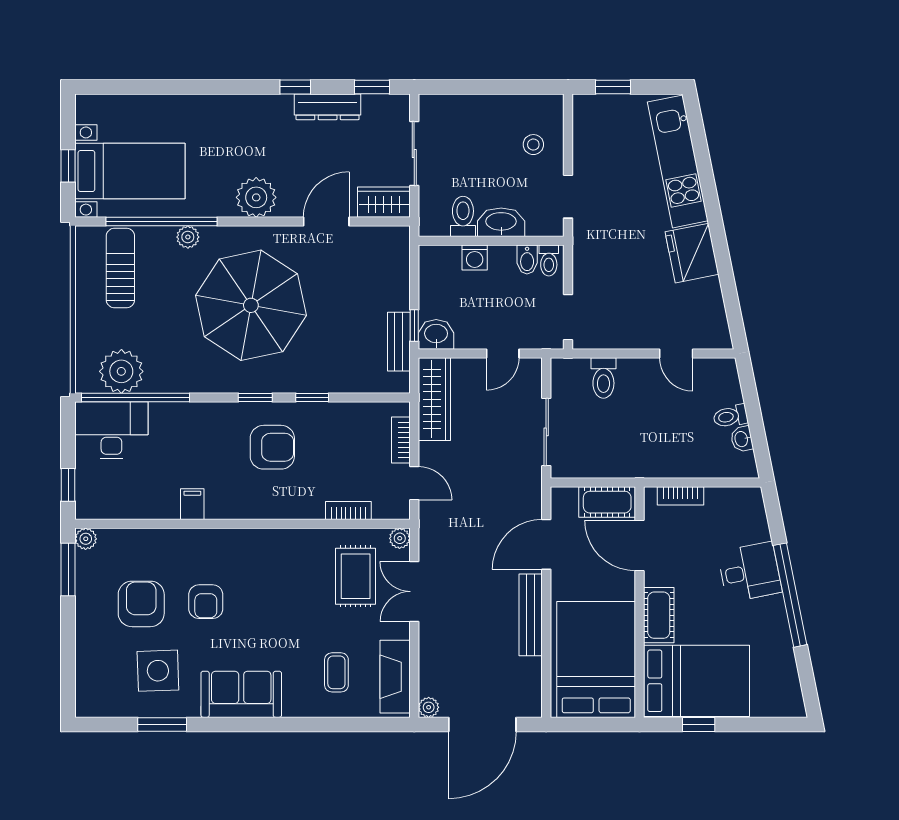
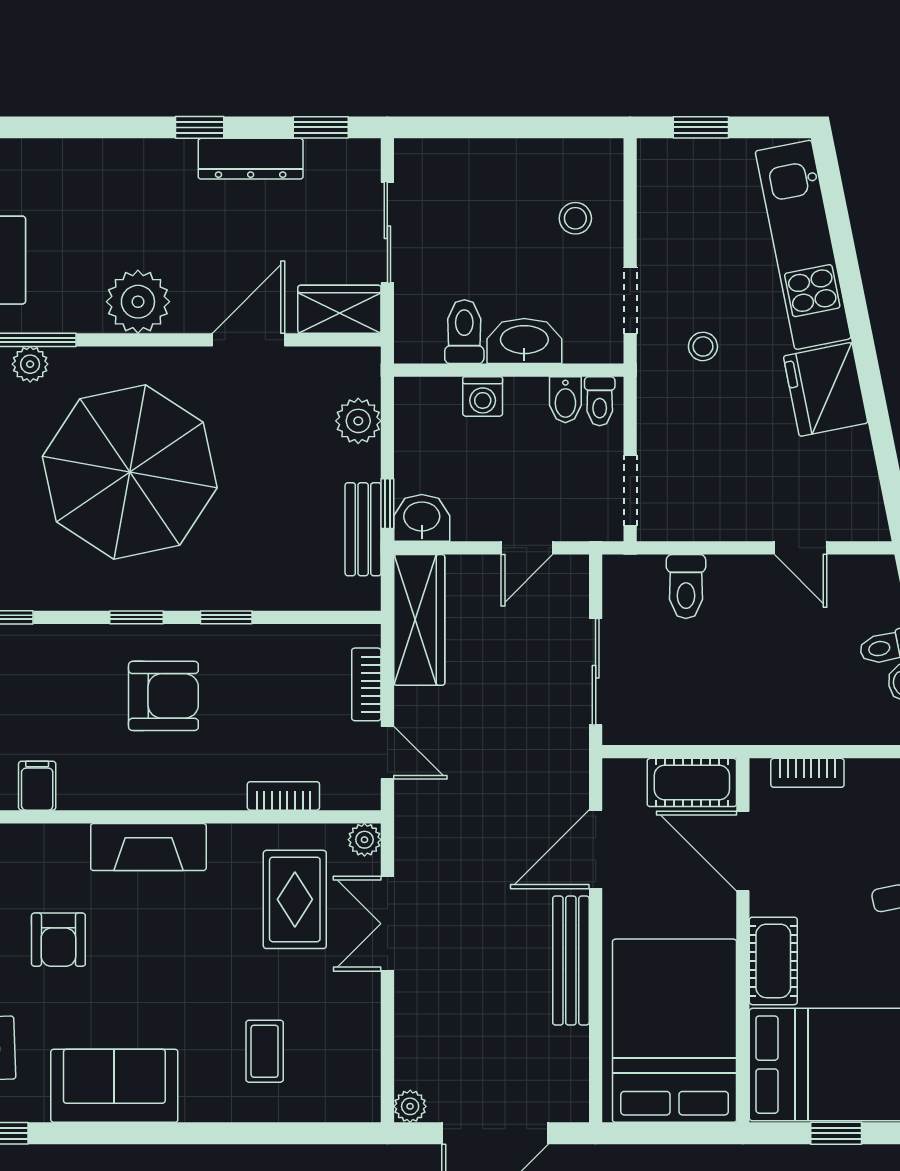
stool: (614, 226) -> (703, 346), added
plant: (396, 273) -> (358, 421), added
fireplace: (395, 677) -> (148, 847), moved, turned -90

